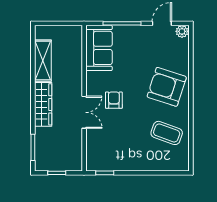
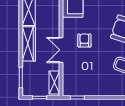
double door: (84, 112) -> (61, 50), swing flipped
shelving: (76, 154) -> (54, 83), added

